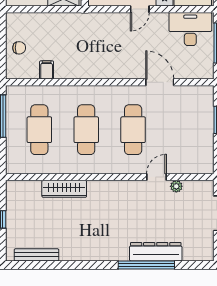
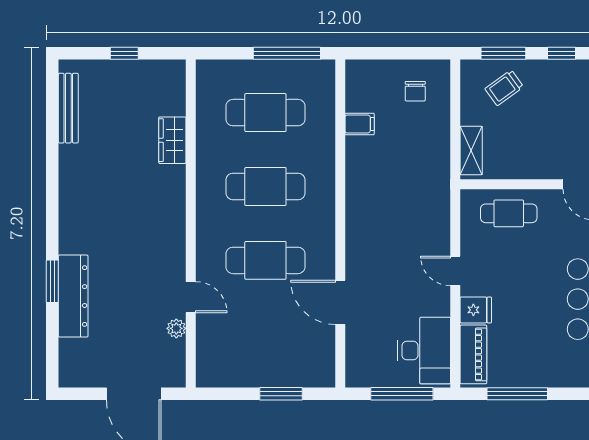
chair: (19, 48) -> (415, 91), moved
door: (160, 82) -> (340, 302), swing flipped
wardrobe: (64, 189) -> (172, 140), width x0.67
window: (146, 265) -> (52, 281), width x0.47

